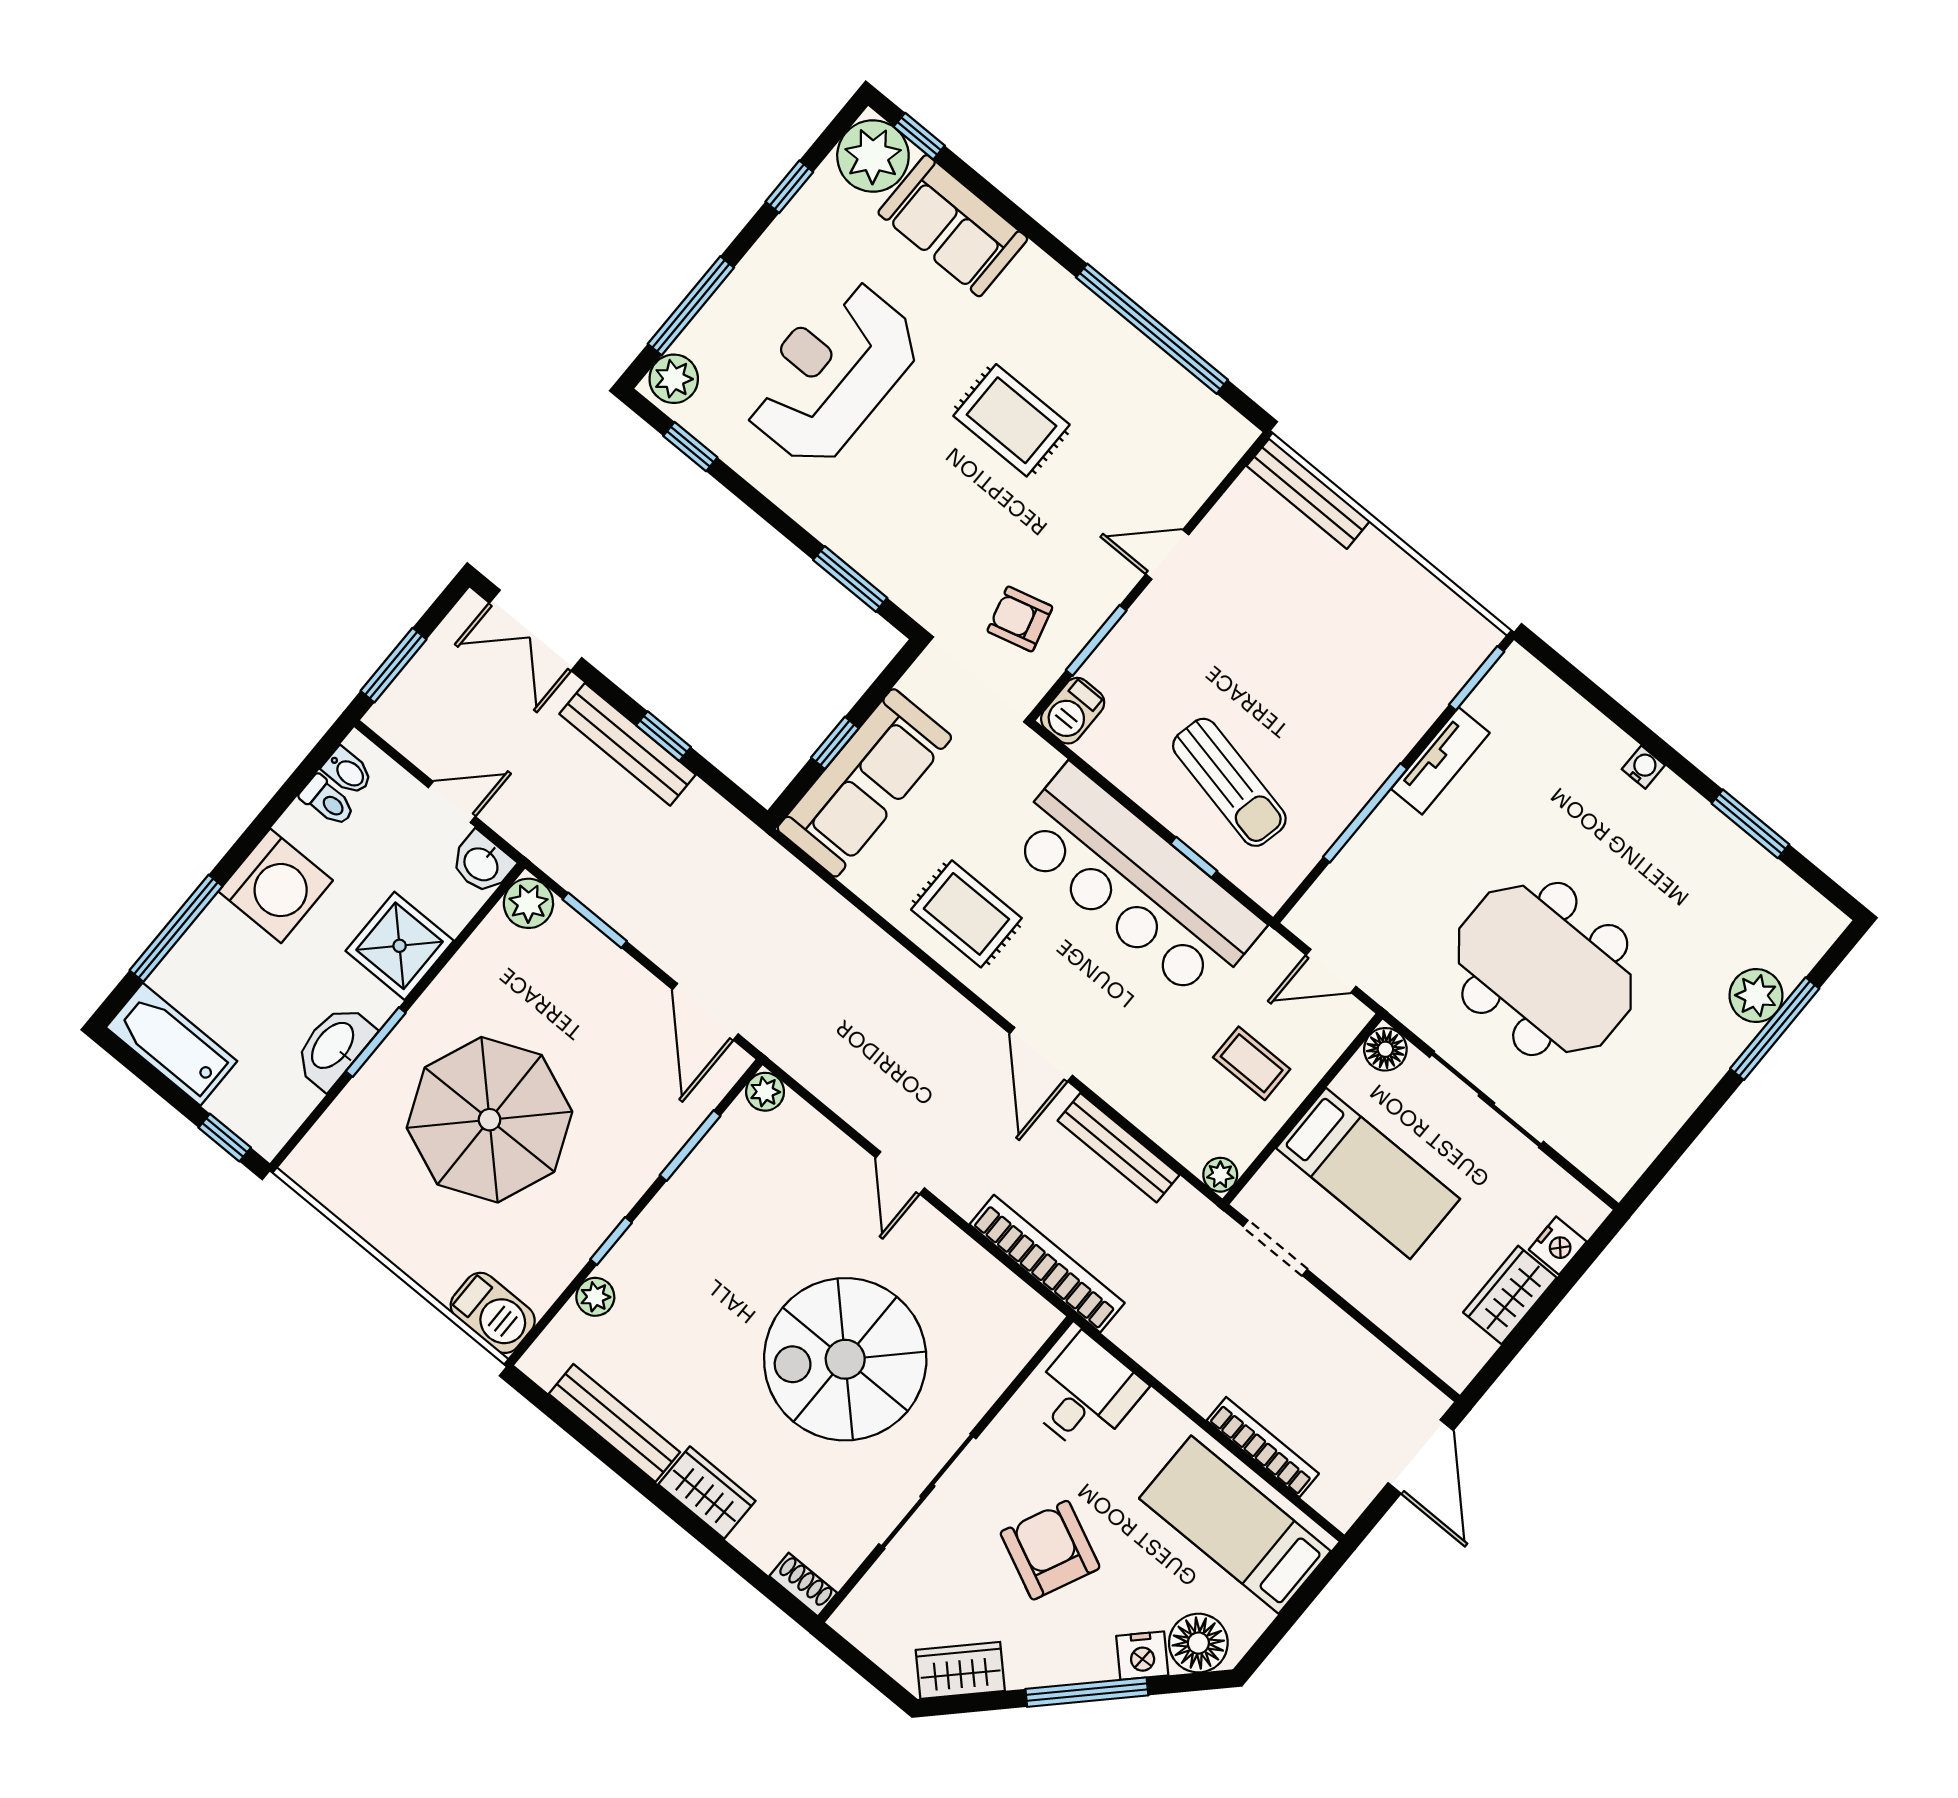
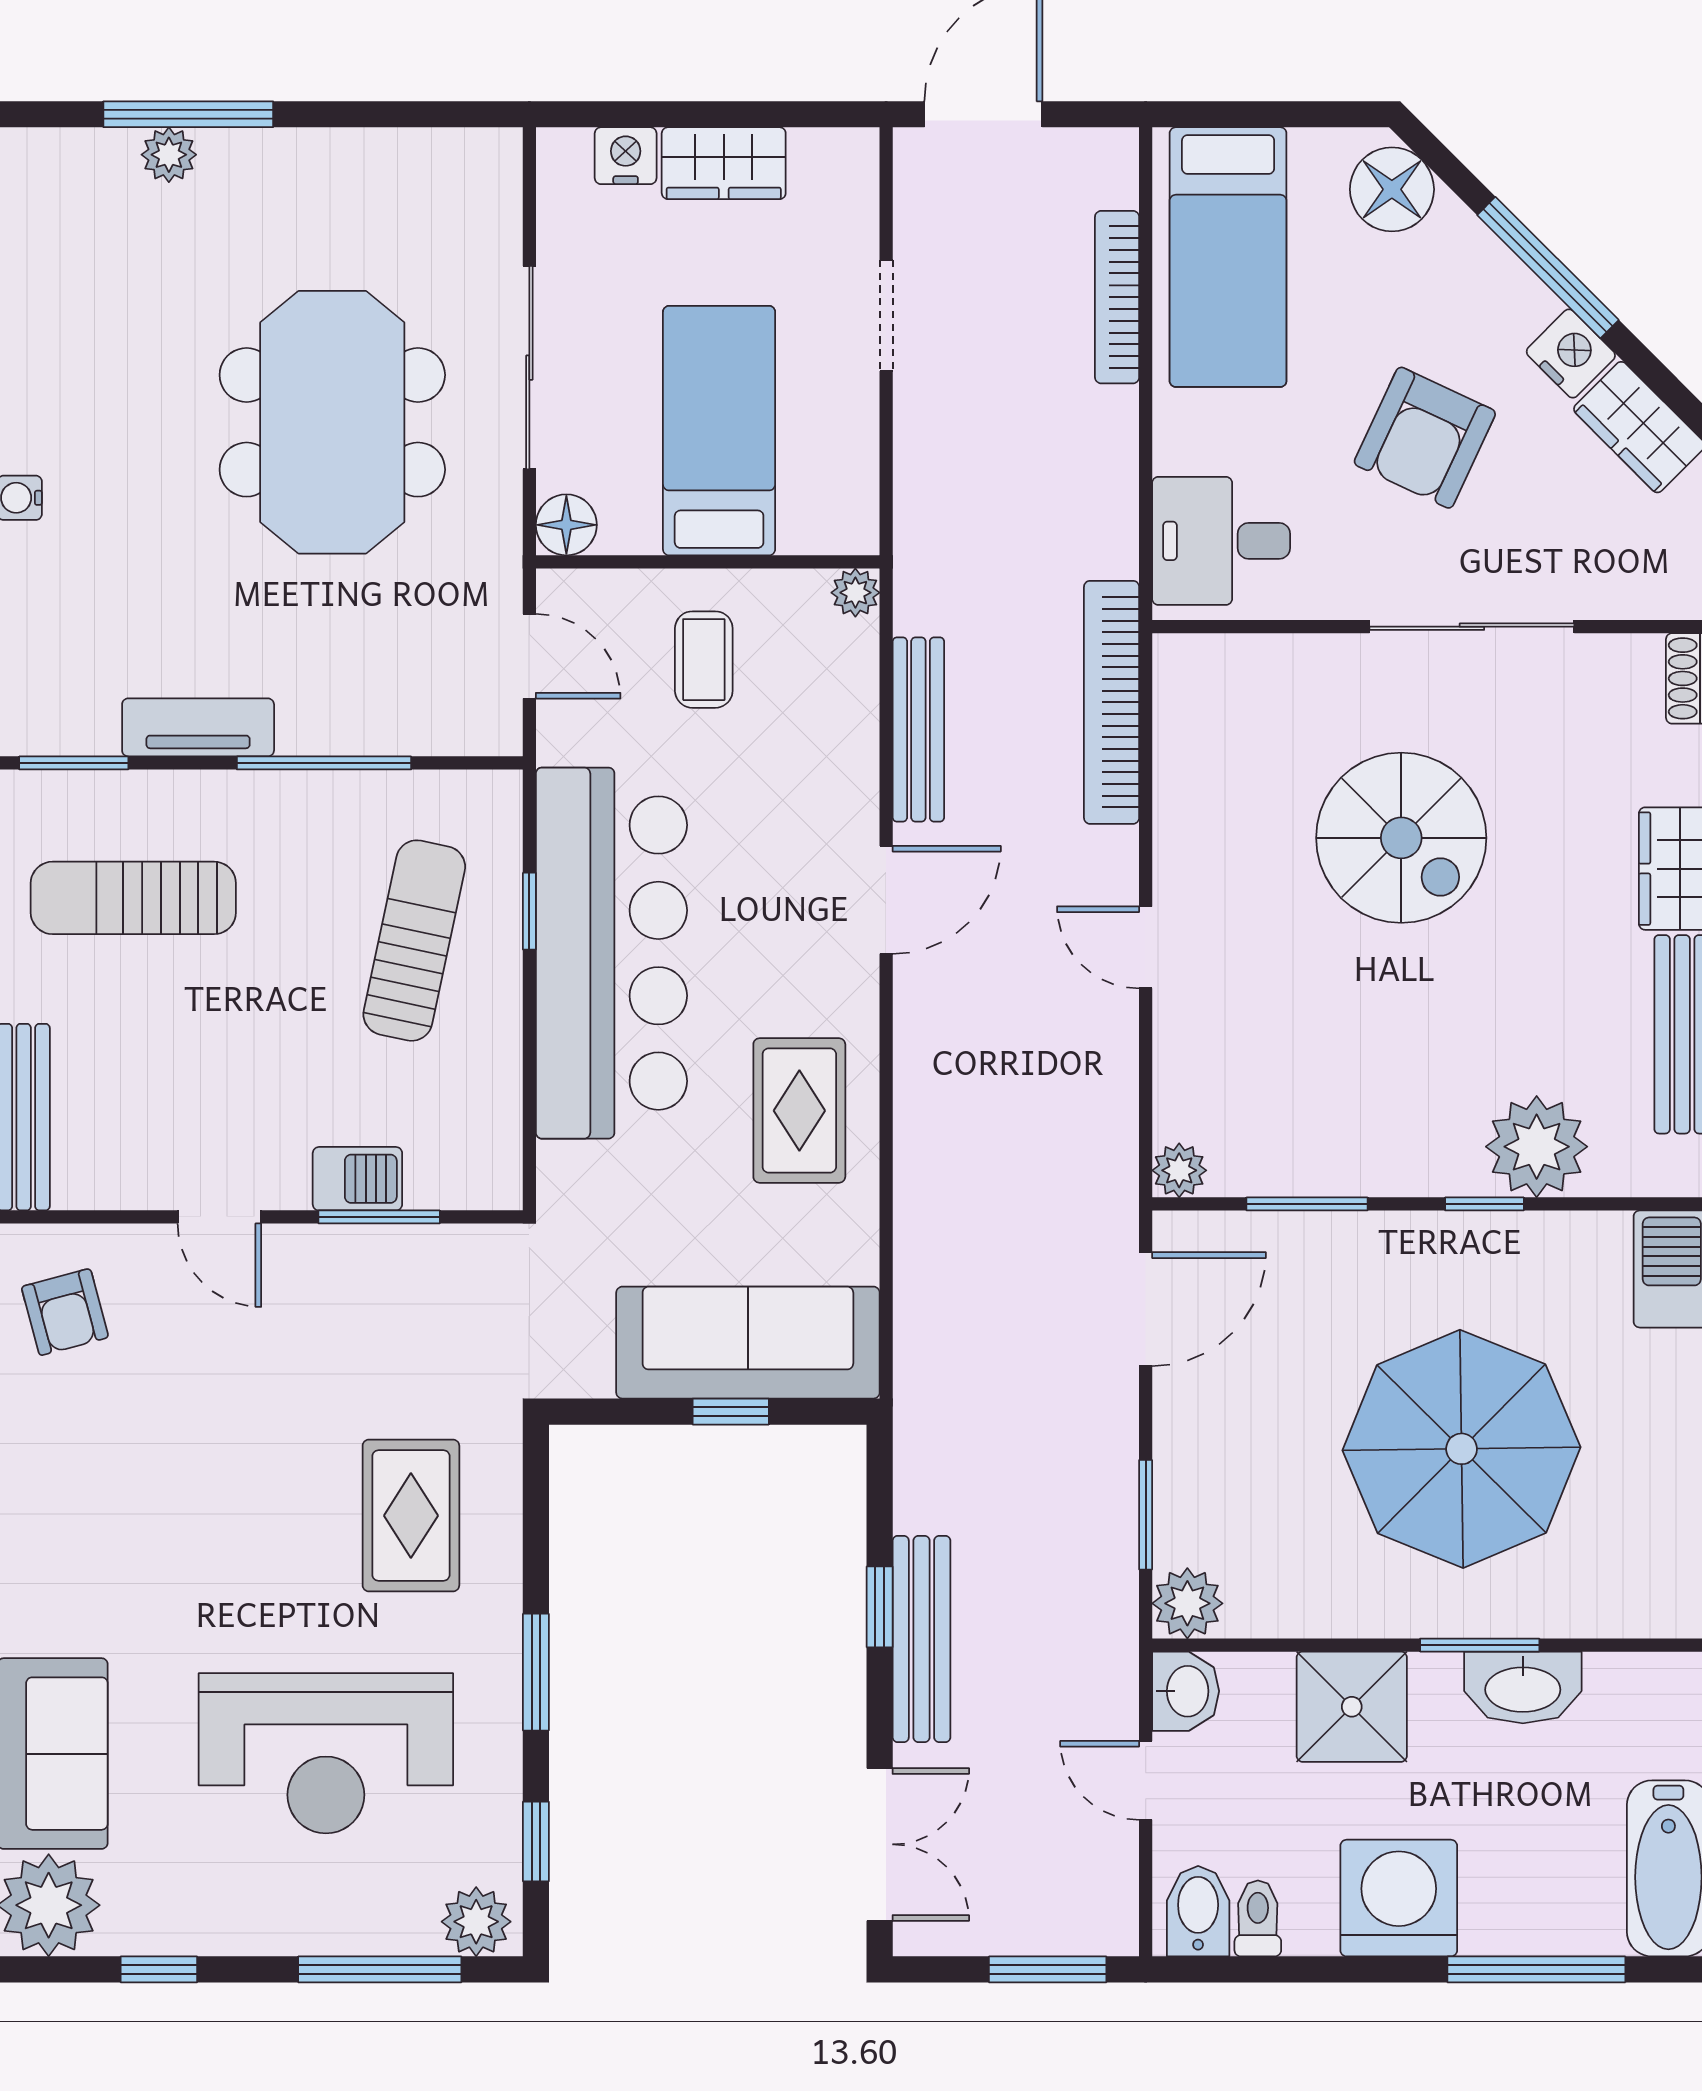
rug: (1011, 420) -> (411, 1516), moved
window: (850, 579) -> (536, 1672), moved
armchair: (1020, 619) -> (65, 1312), moved
sun lounger: (1377, 650) -> (133, 898), added
barbecue: (1073, 711) -> (357, 1179), moved
bidet: (348, 771) -> (1198, 1911), width x1.38, depth x1.36
plant: (1756, 996) -> (169, 155), width x0.73, depth x0.73
door: (900, 1173) -> (1146, 947), swing flipped
doorway: (1275, 1248) -> (886, 316), moved
plant: (595, 1297) -> (1537, 1147), width x1.87, depth x1.87
spiral stairs: (845, 1359) -> (1401, 838), width x0.73, depth x0.73
nightstand: (1142, 1656) -> (1571, 354), moved

